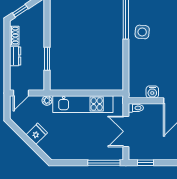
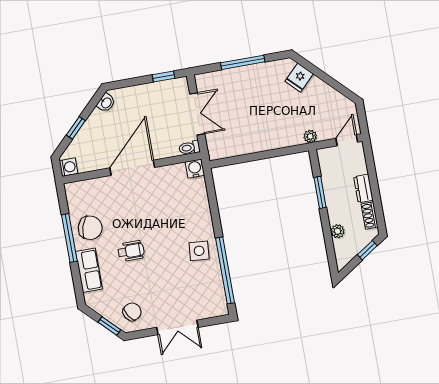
plant: (39, 28) -> (338, 231), added
water cooler: (152, 92) -> (195, 169), moved
kitchen unit: (83, 104) -> (261, 140), removed
fridge: (37, 134) -> (299, 78), moved
window: (104, 163) -> (243, 62), moved

